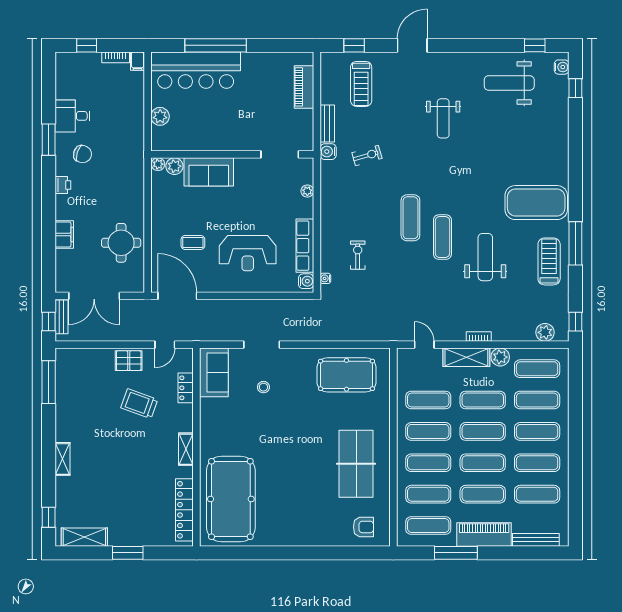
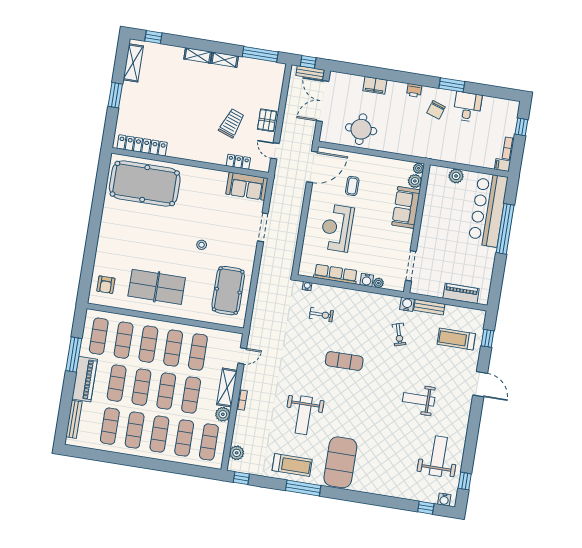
exercise mat: (442, 237) -> (325, 384), removed
weight bench: (485, 257) -> (304, 415), turned 90
water cooler: (306, 281) -> (367, 280), moved
stool: (263, 387) -> (202, 245), moved
shelving: (186, 449) -> (225, 60), moved

